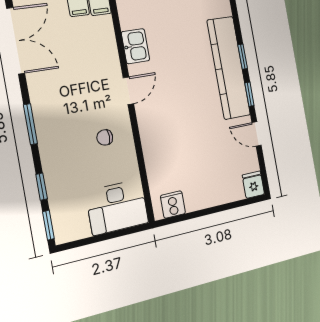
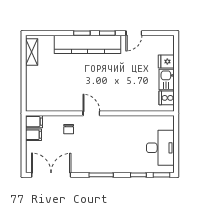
kitchen sink: (135, 46) -> (167, 80), moved, turned -90
chair: (105, 137) -> (69, 129), moved
fridge: (253, 185) -> (166, 62), moved
desk: (117, 207) -> (160, 148), moved

